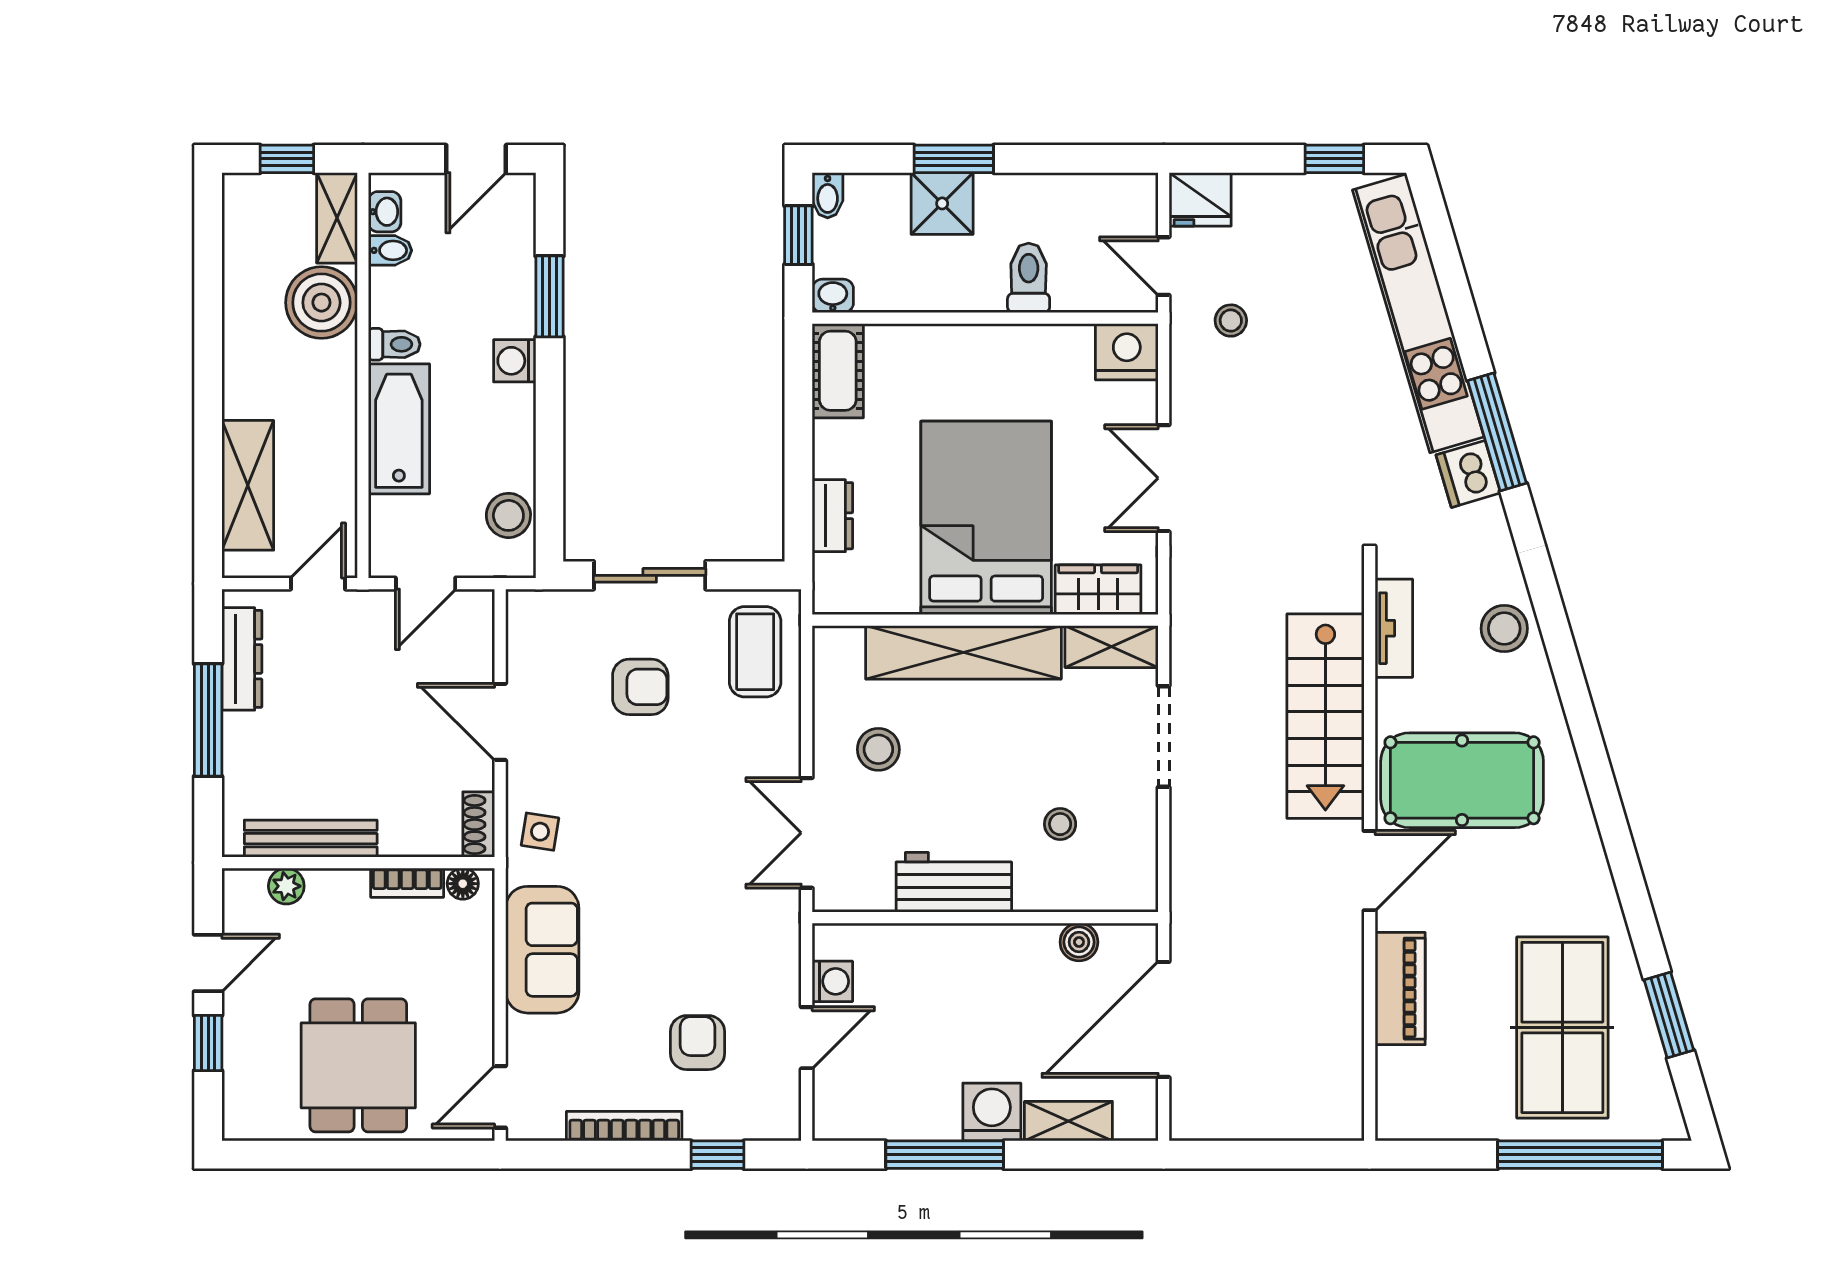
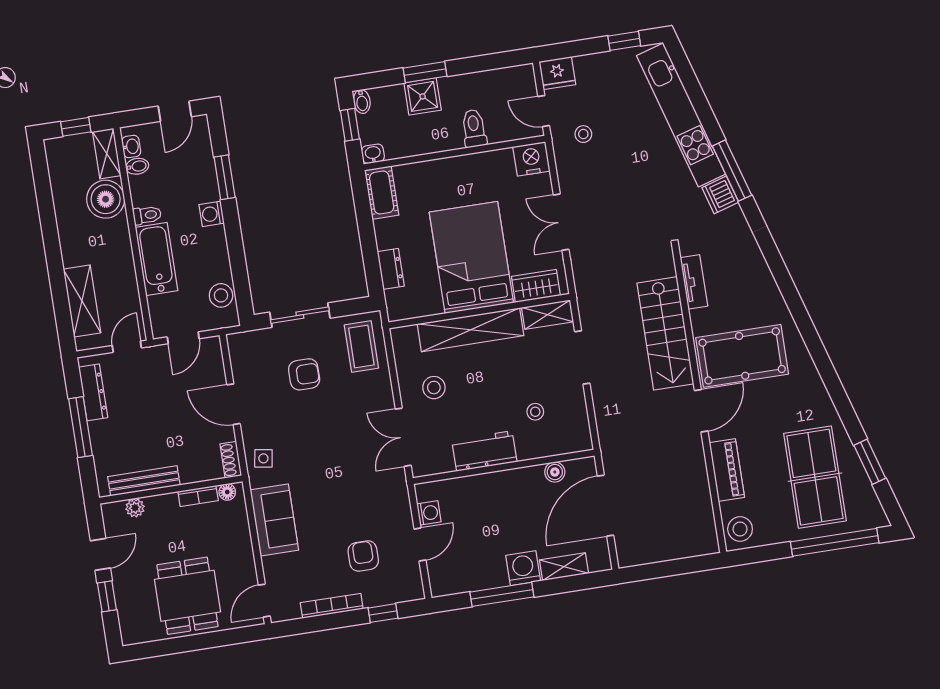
stool: (1504, 629) -> (740, 529), moved

